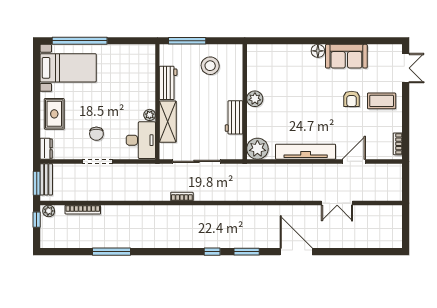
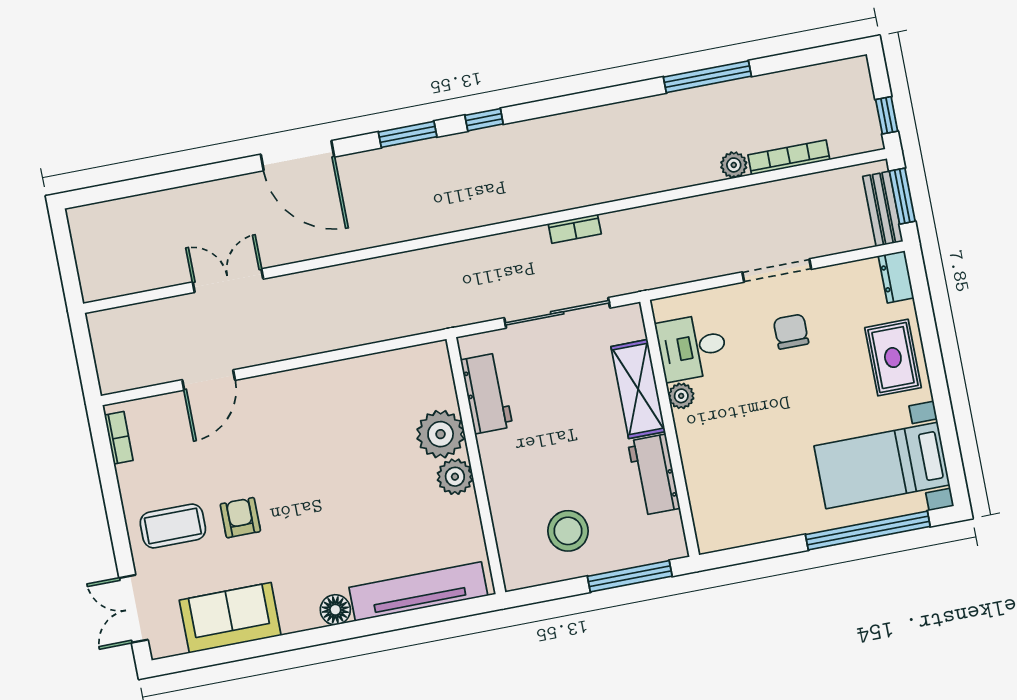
sofa: (346, 56) -> (230, 618), moved
workbench: (234, 117) -> (487, 393), moved
desk: (141, 140) -> (692, 347), width x0.73
plant: (257, 149) -> (441, 434), moved
tv unit: (306, 152) -> (418, 591), moved, turned 180
plant: (49, 211) -> (734, 165), moved

